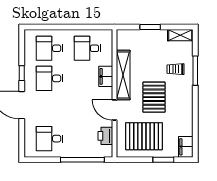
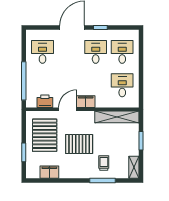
shelving: (123, 75) -> (117, 117), moved
filing cabinet: (106, 76) -> (86, 102), moved
filing cabinet: (186, 147) -> (49, 172), moved

